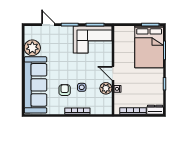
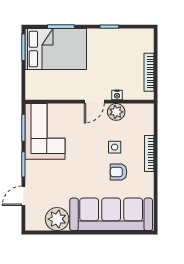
dresser: (155, 110) -> (147, 40), removed

